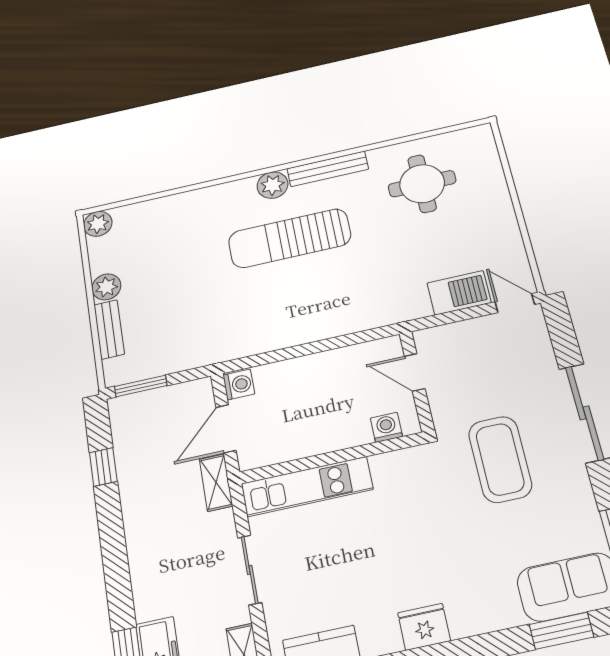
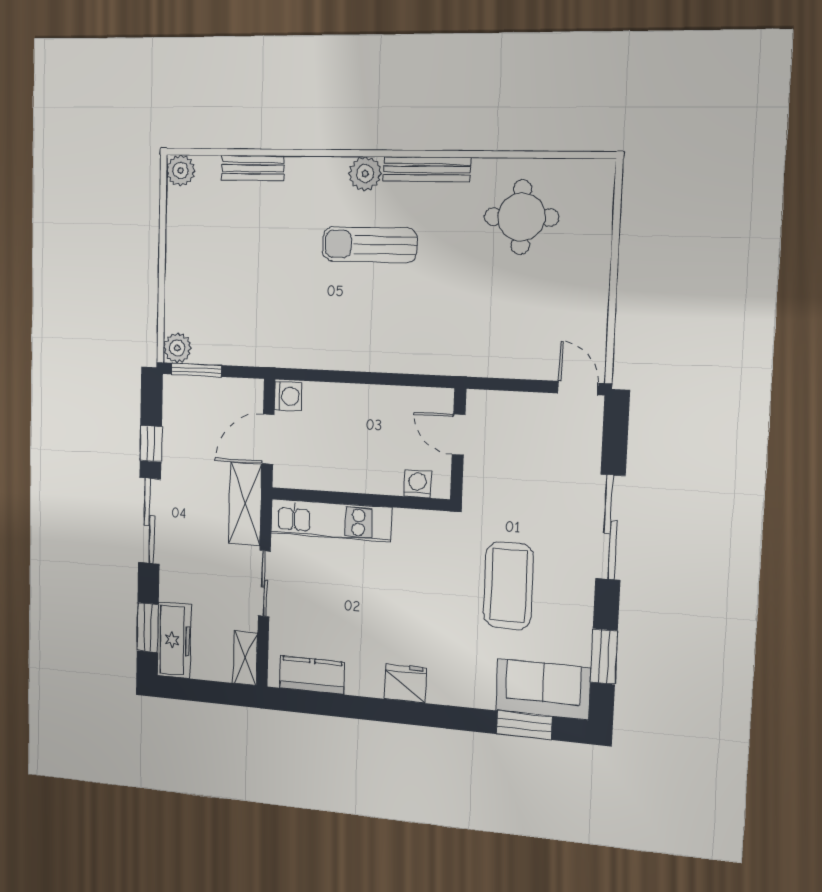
sun lounger: (290, 238) -> (369, 245), width x0.73, depth x0.75
plant: (106, 287) -> (177, 348), moved
barbecue: (459, 293) -> (525, 360), removed
bench: (109, 329) -> (253, 168), moved, turned 90
coffee table: (500, 459) -> (509, 586), moved
shelving: (216, 482) -> (245, 504), width x1.50, depth x1.33
sliding door: (113, 543) -> (149, 521), added

